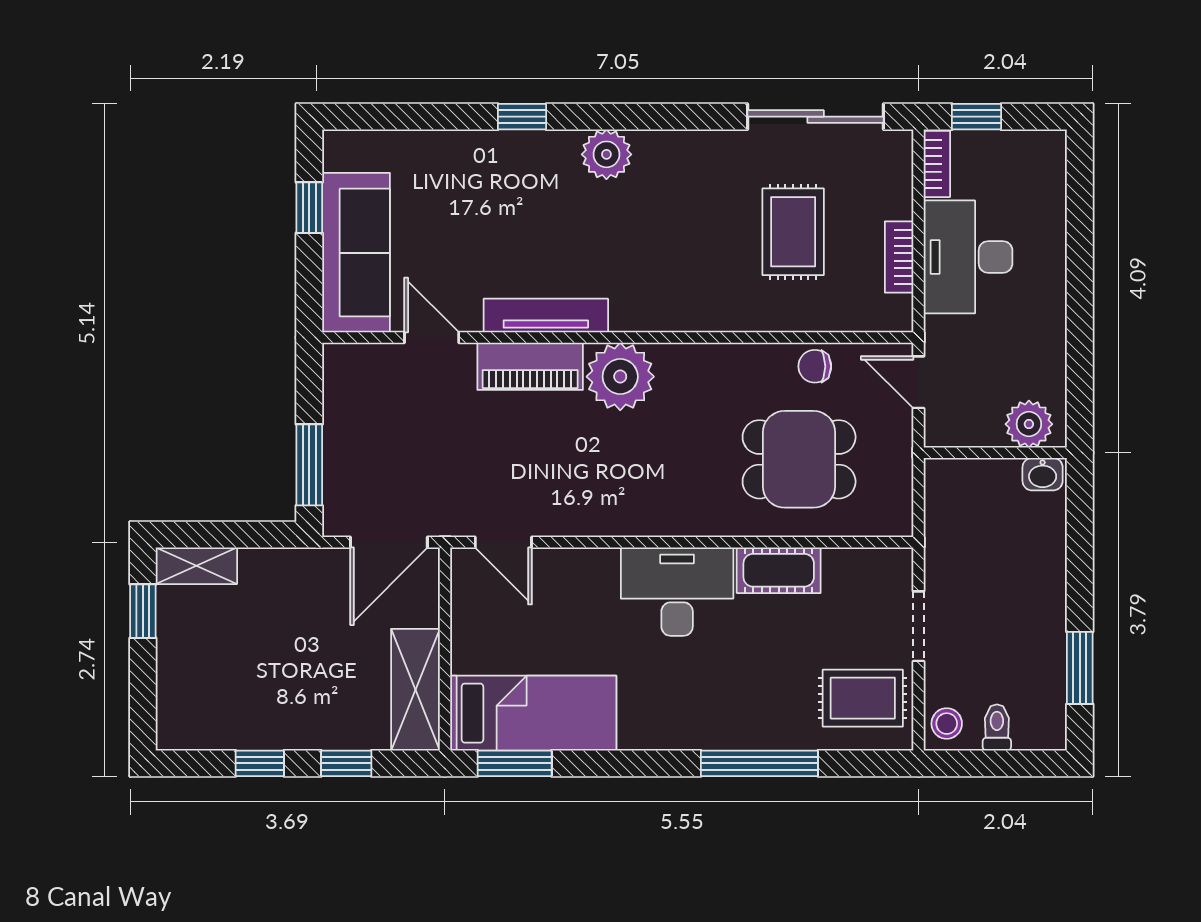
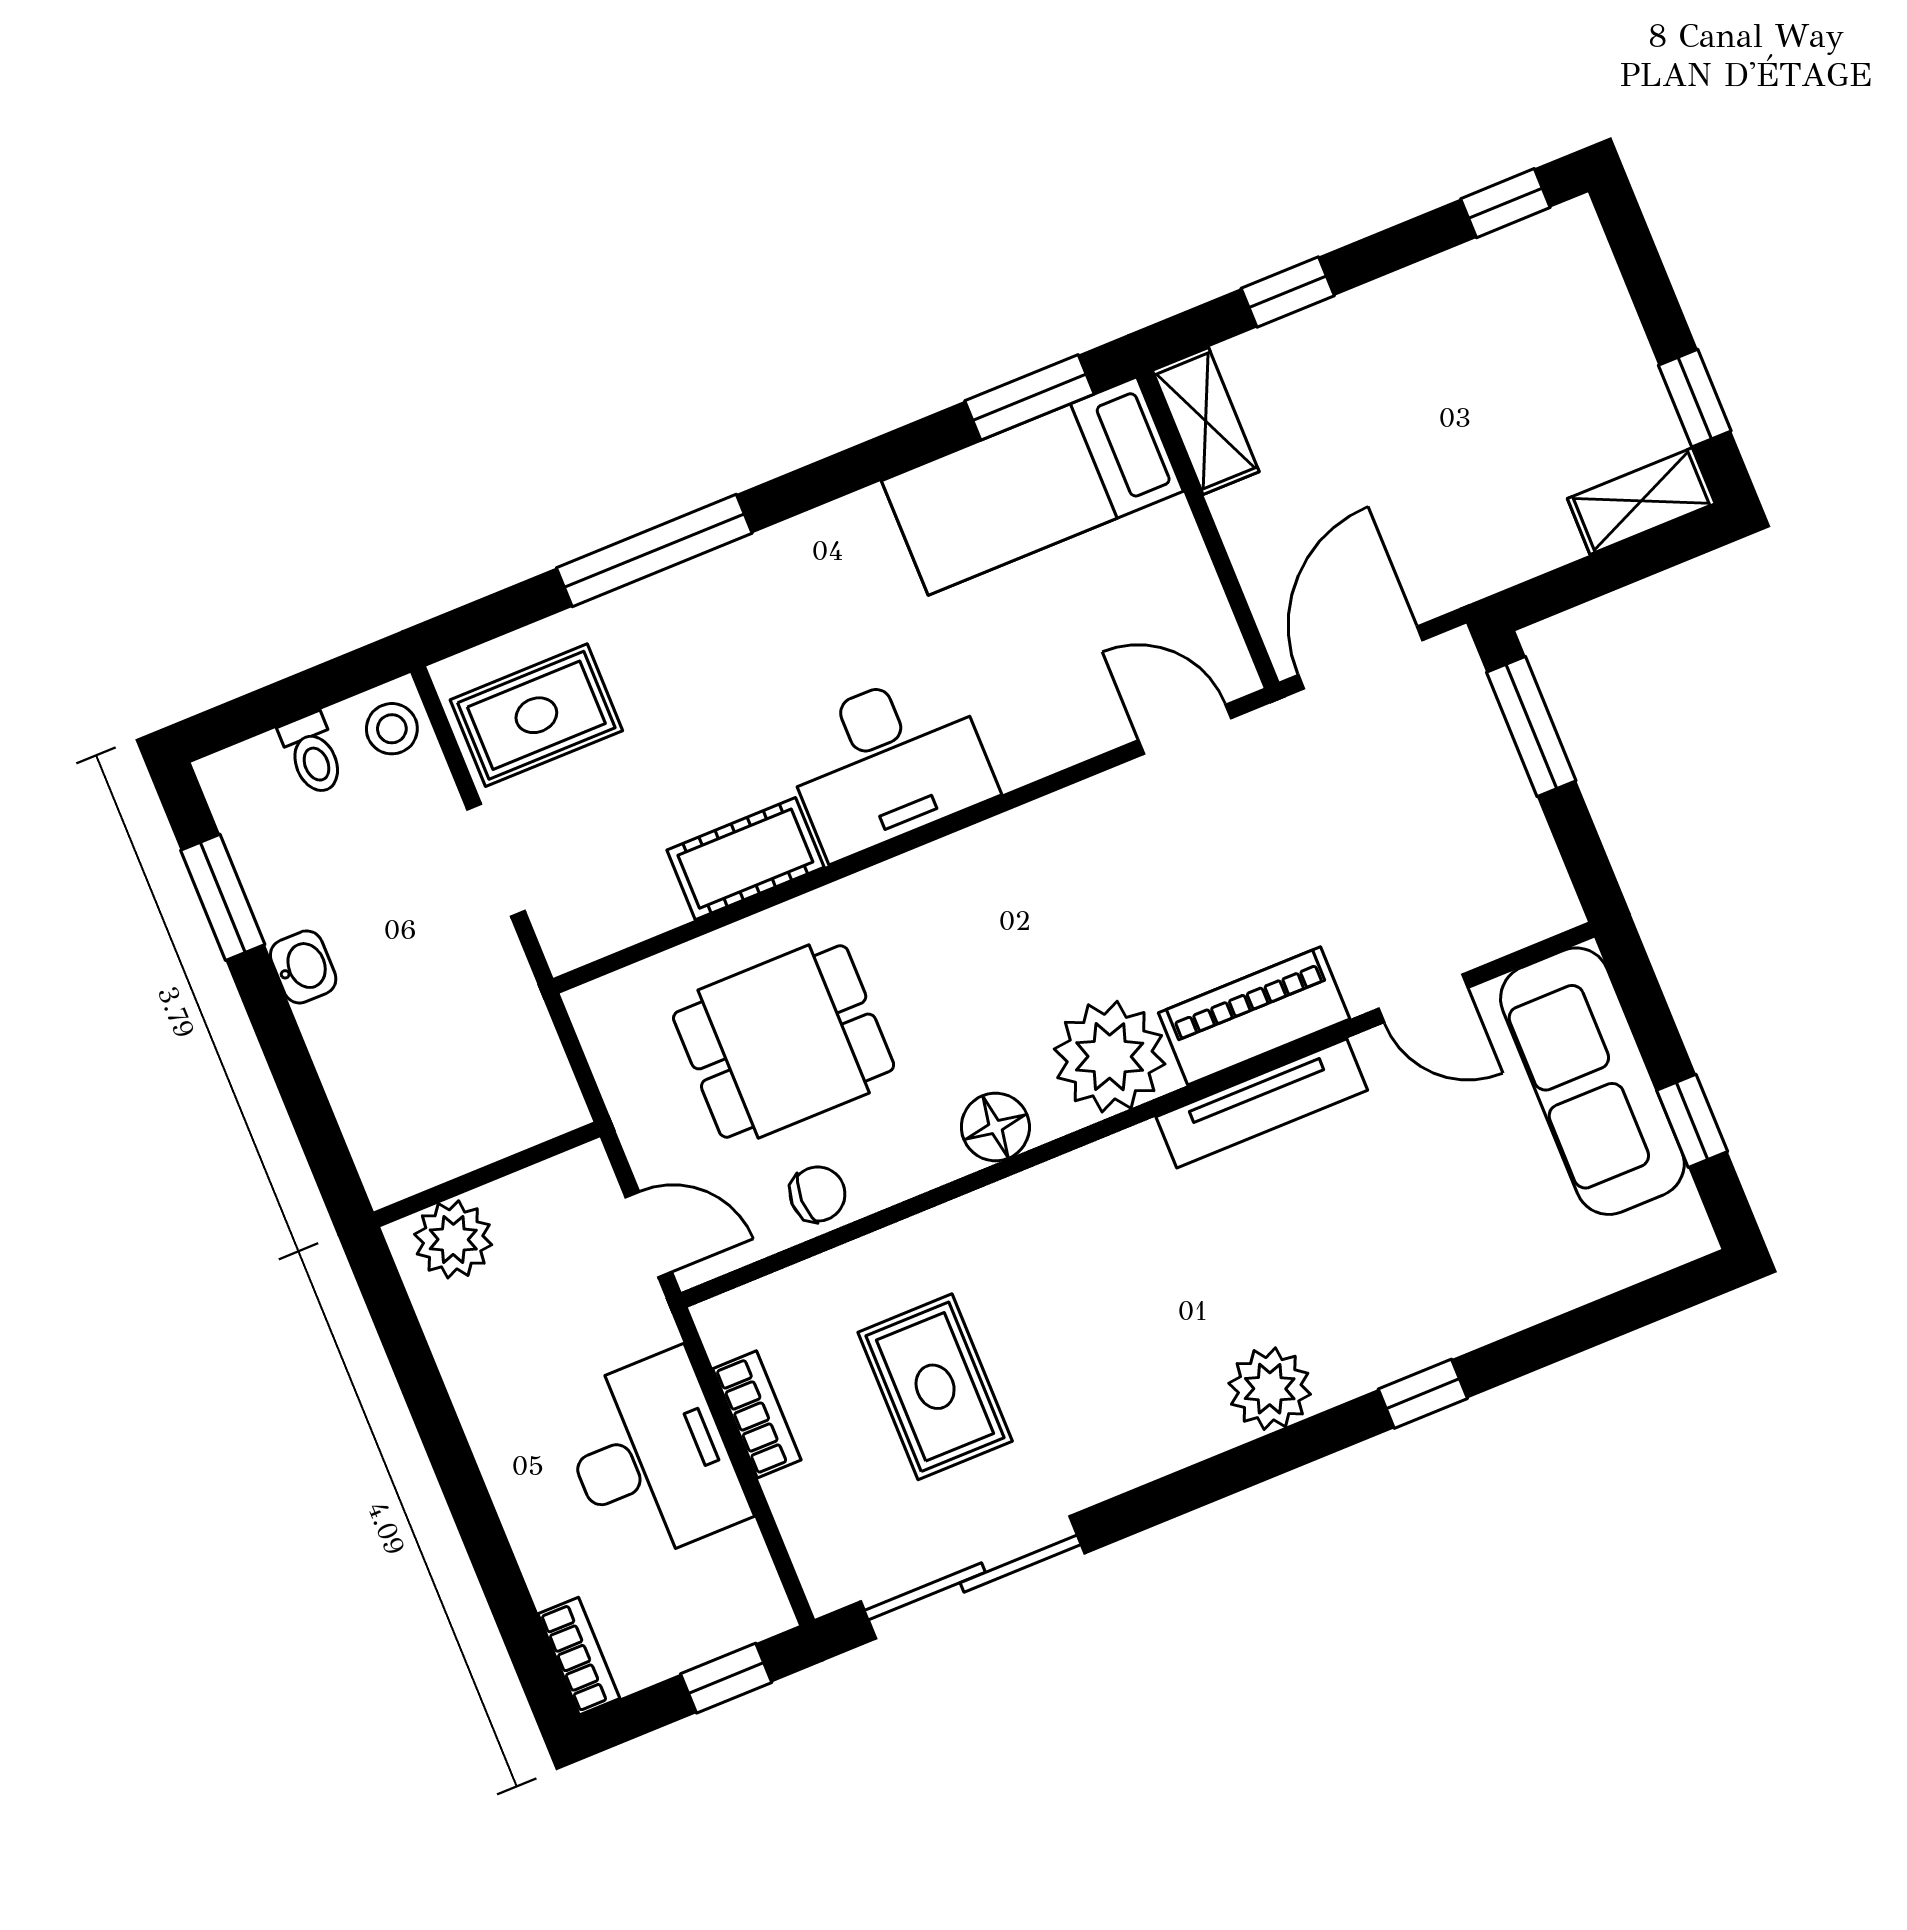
bookcase: (937, 164) -> (579, 1656), moved, turned 180
floor lamp: (700, 363) -> (995, 1127), added
washbasin: (1043, 474) -> (303, 967), moved, turned 90
shelving: (415, 690) -> (1206, 421), width x0.67, depth x0.75
window: (260, 763) -> (1505, 203), moved

